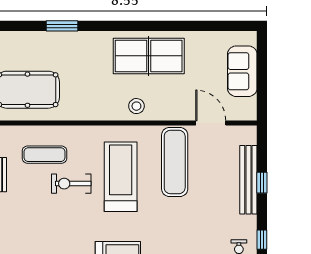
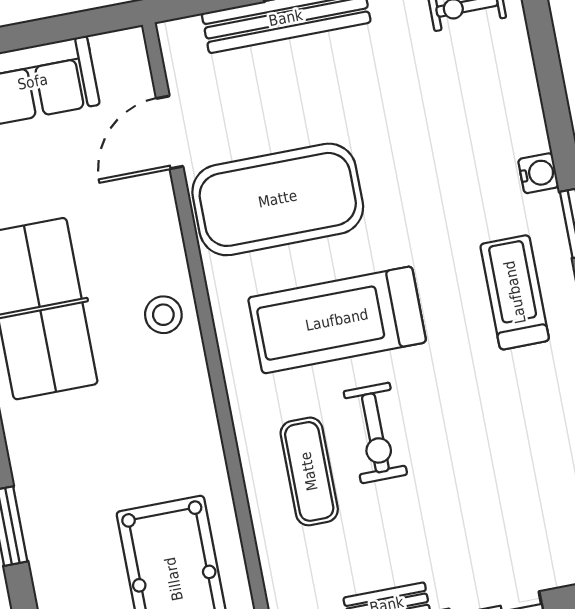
exercise mat: (45, 155) -> (309, 471), moved
exercise mat: (175, 162) -> (278, 199), width x1.47

